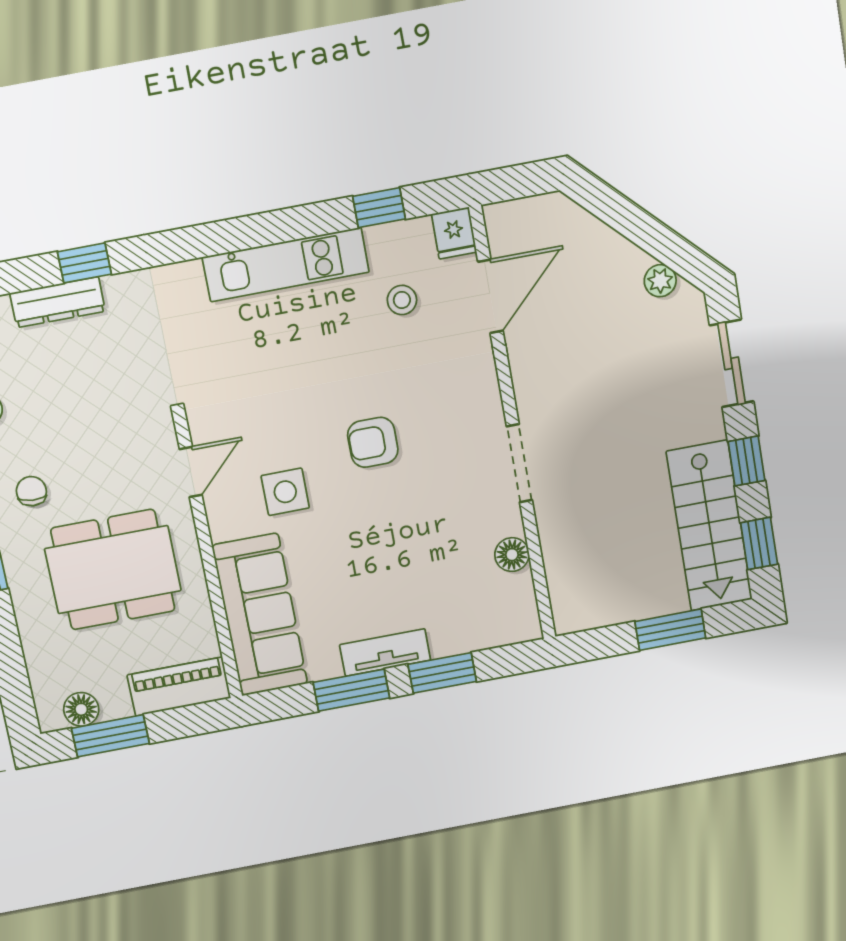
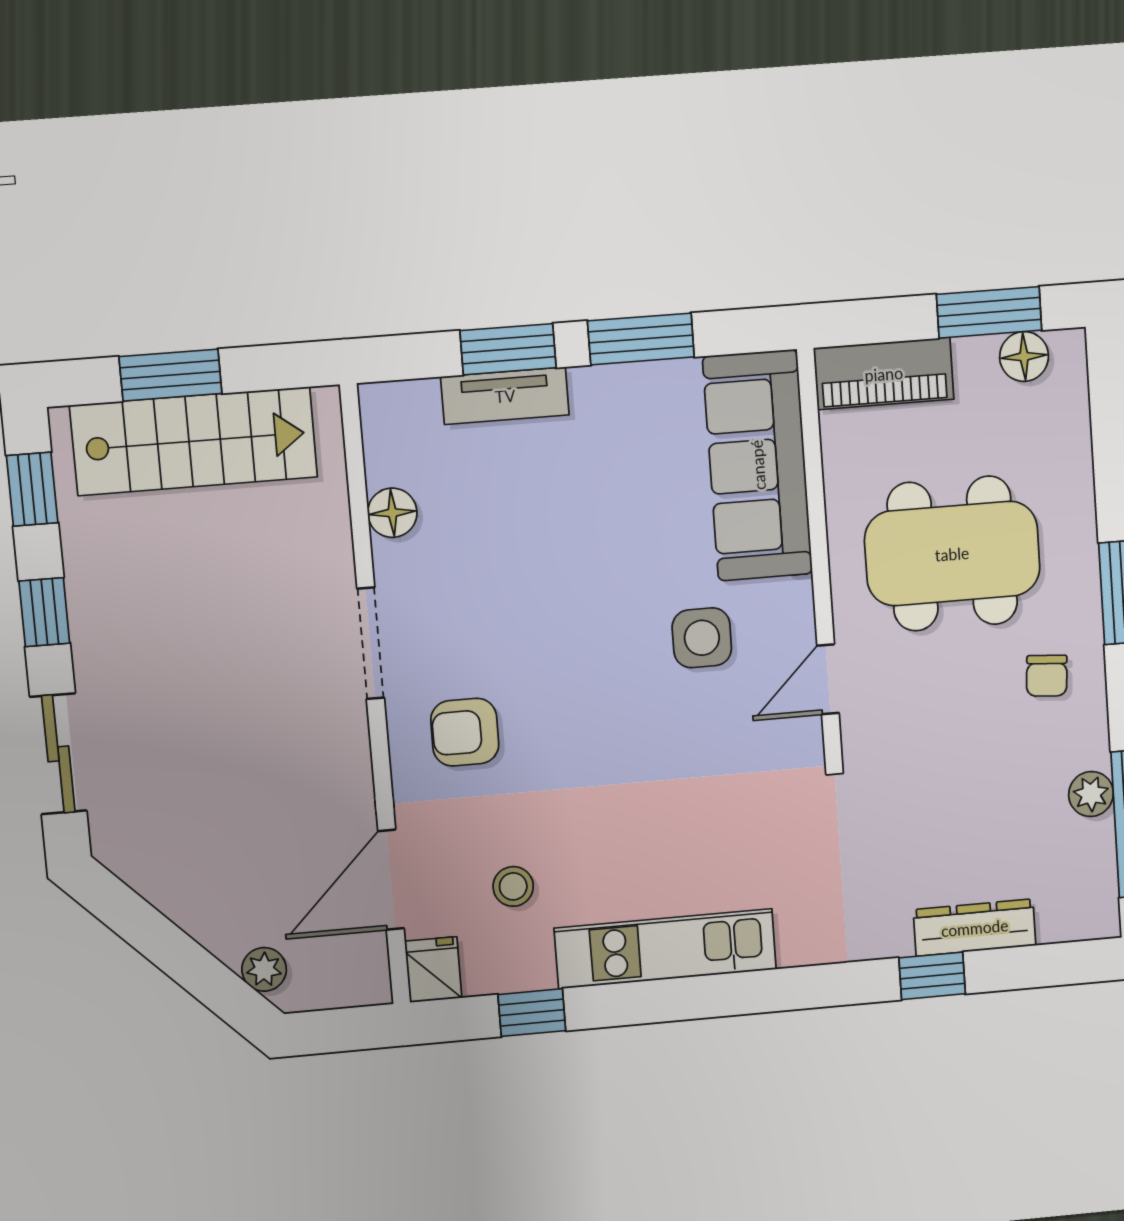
plant: (660, 281) -> (264, 969), moved
armchair: (373, 442) -> (465, 732), moved, turned 180
stairs: (709, 526) -> (194, 441), moved, turned 90
tv unit: (385, 652) -> (505, 396), moved

